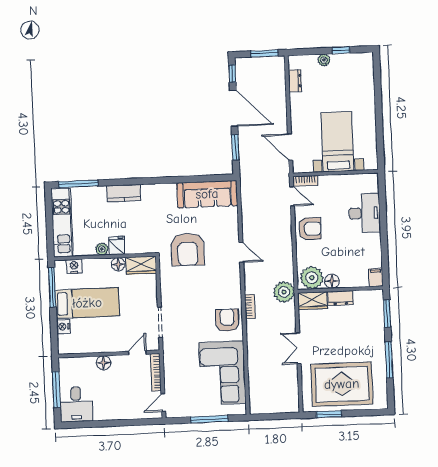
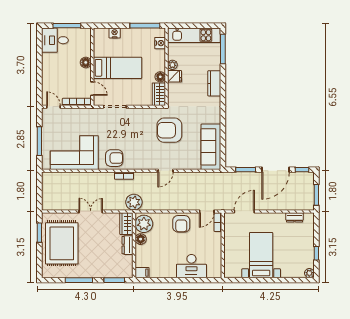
plant: (324, 60) -> (309, 273), moved
bed with nightstands: (337, 142) -> (261, 255), moved, turned -90
bed: (87, 303) -> (117, 68), moved, turned -90

